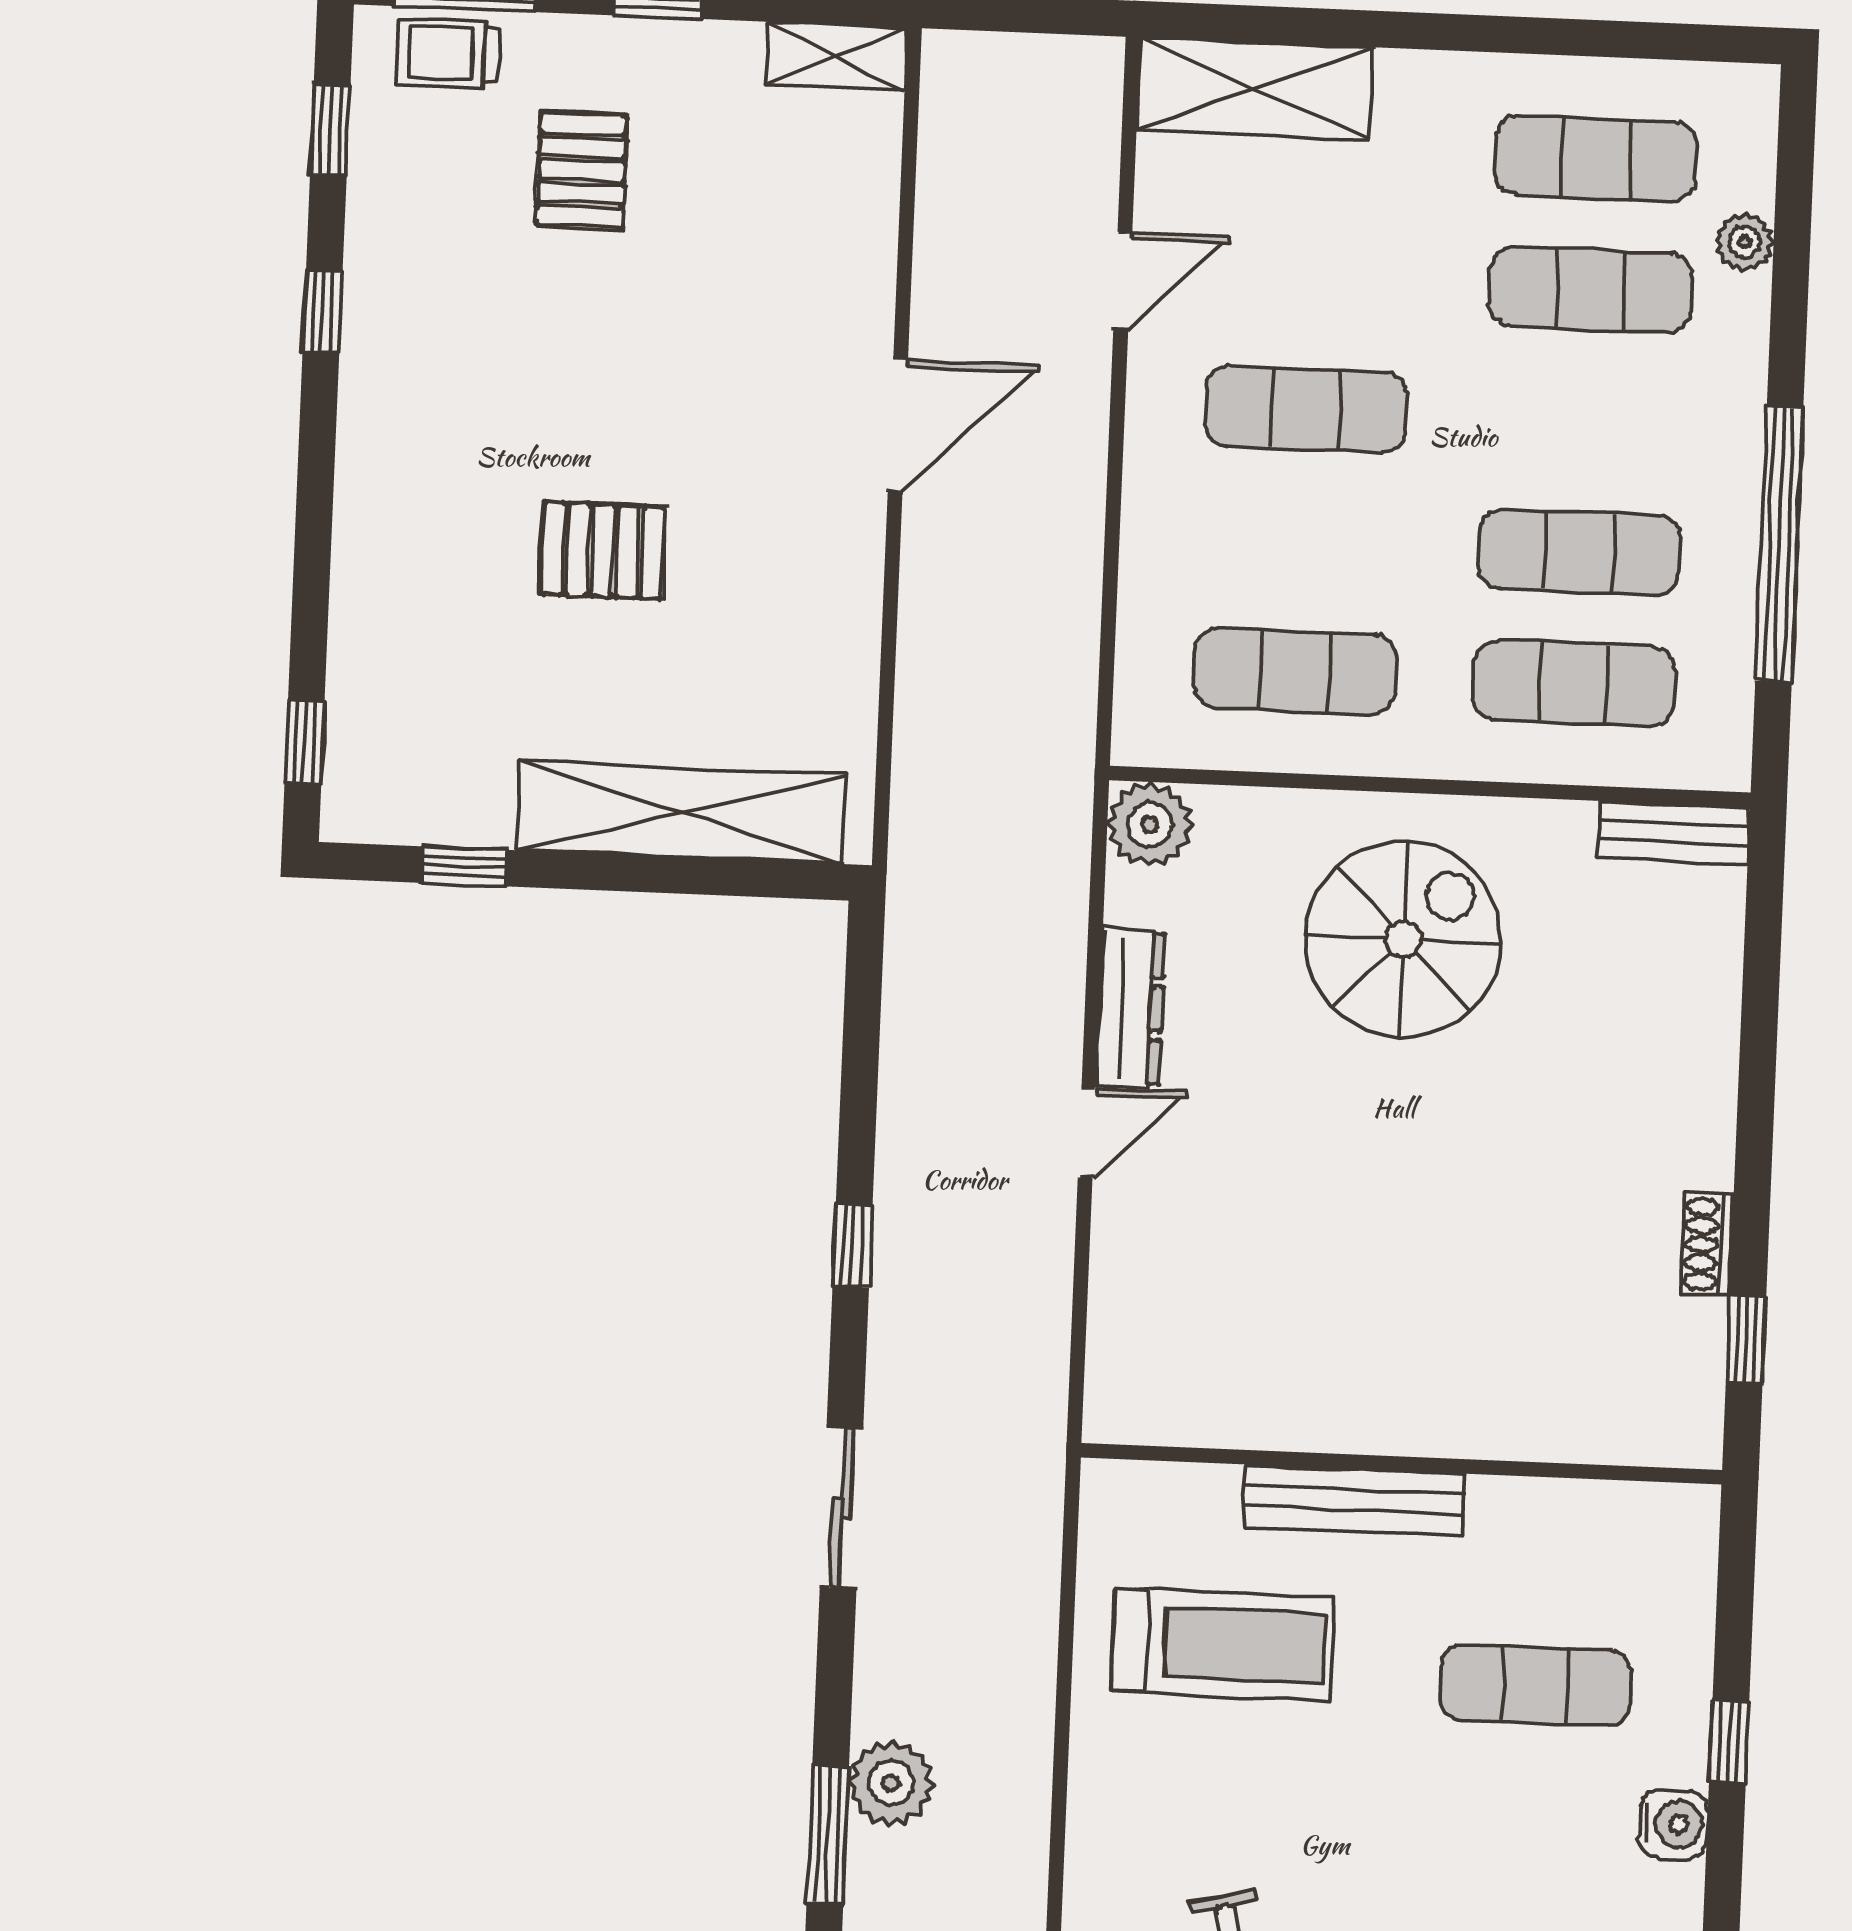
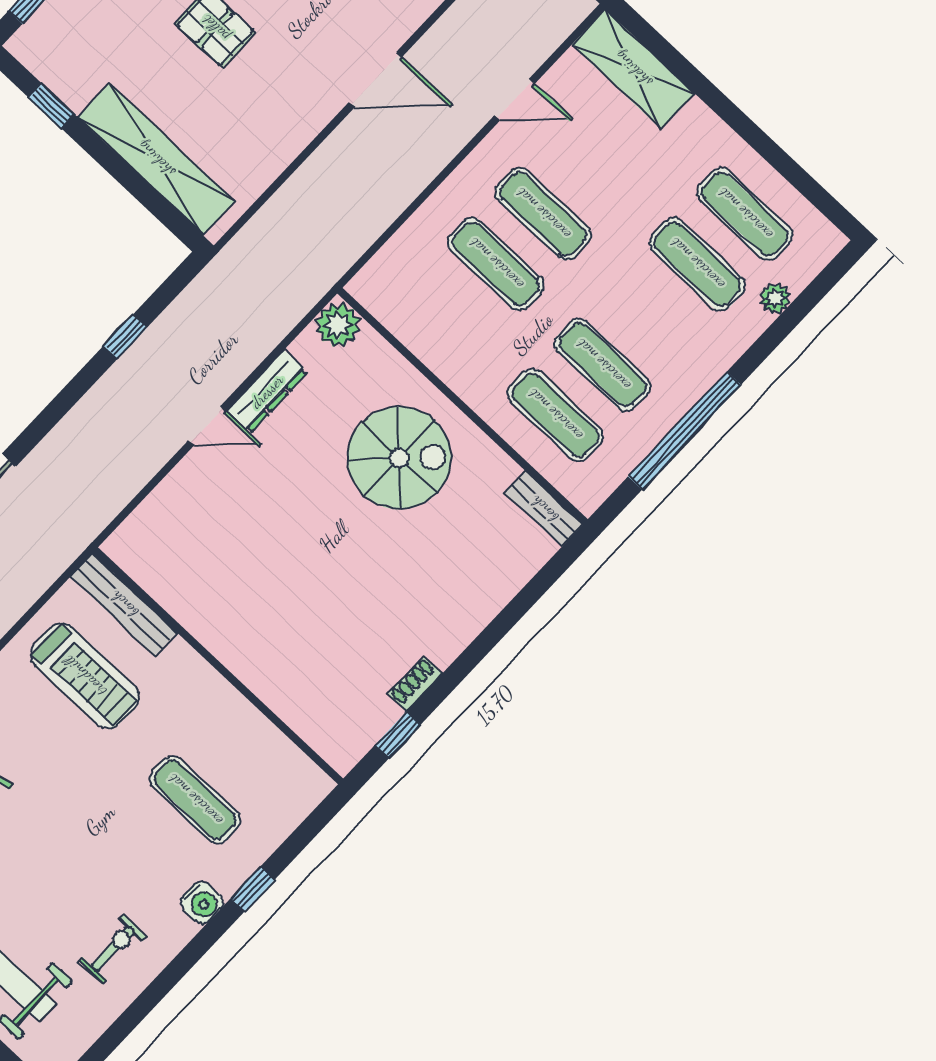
exercise mat: (1295, 672) -> (496, 264), moved
window: (852, 1246) -> (125, 337), moved
bench: (1354, 1500) -> (124, 604), moved

